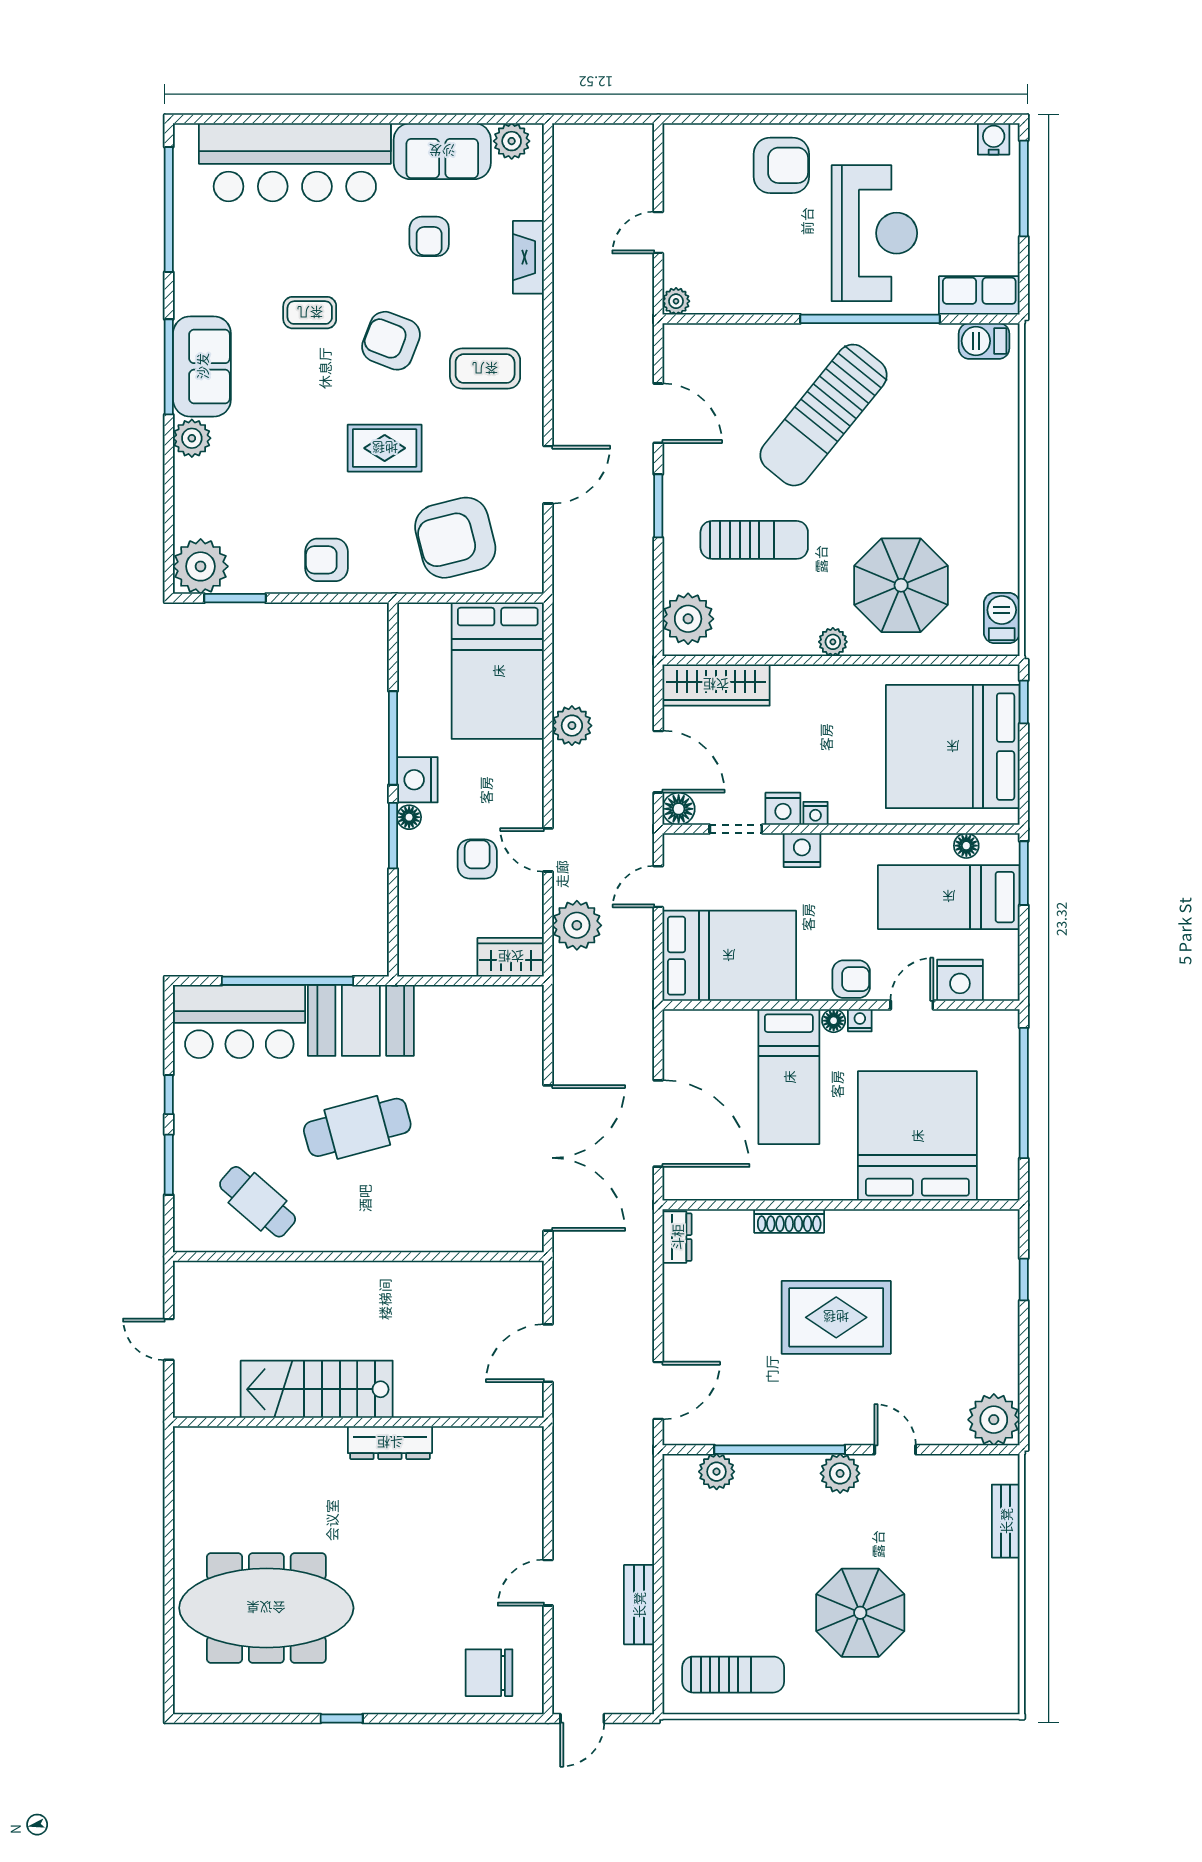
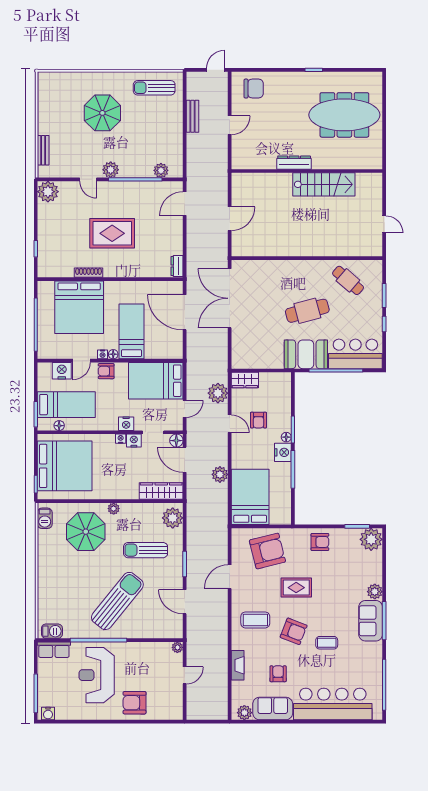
shoe rack: (789, 1221) -> (89, 273), moved
stairs: (317, 1389) -> (324, 184), moved
wall: (358, 1422) -> (307, 171), moved
dresser: (390, 1443) -> (294, 163), moved

